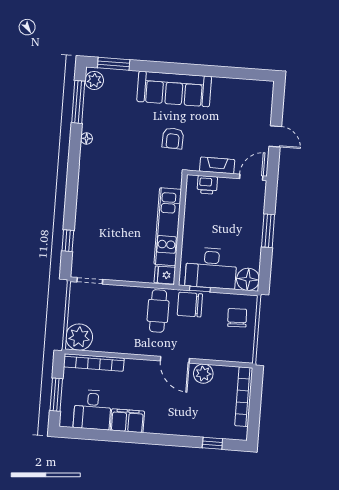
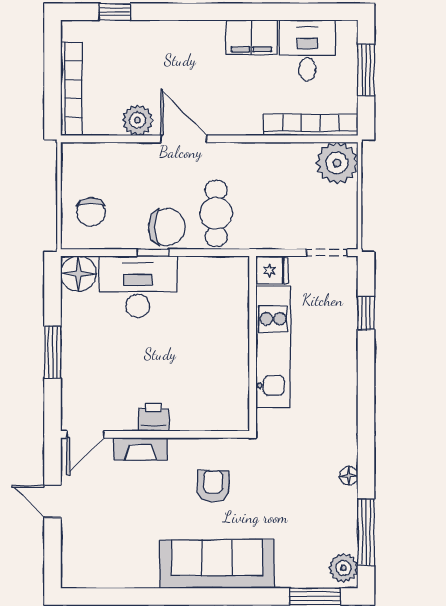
kitchen unit: (168, 227) -> (273, 347), moved
wall: (180, 230) -> (253, 343), moved
fridge: (165, 275) -> (272, 271), moved

